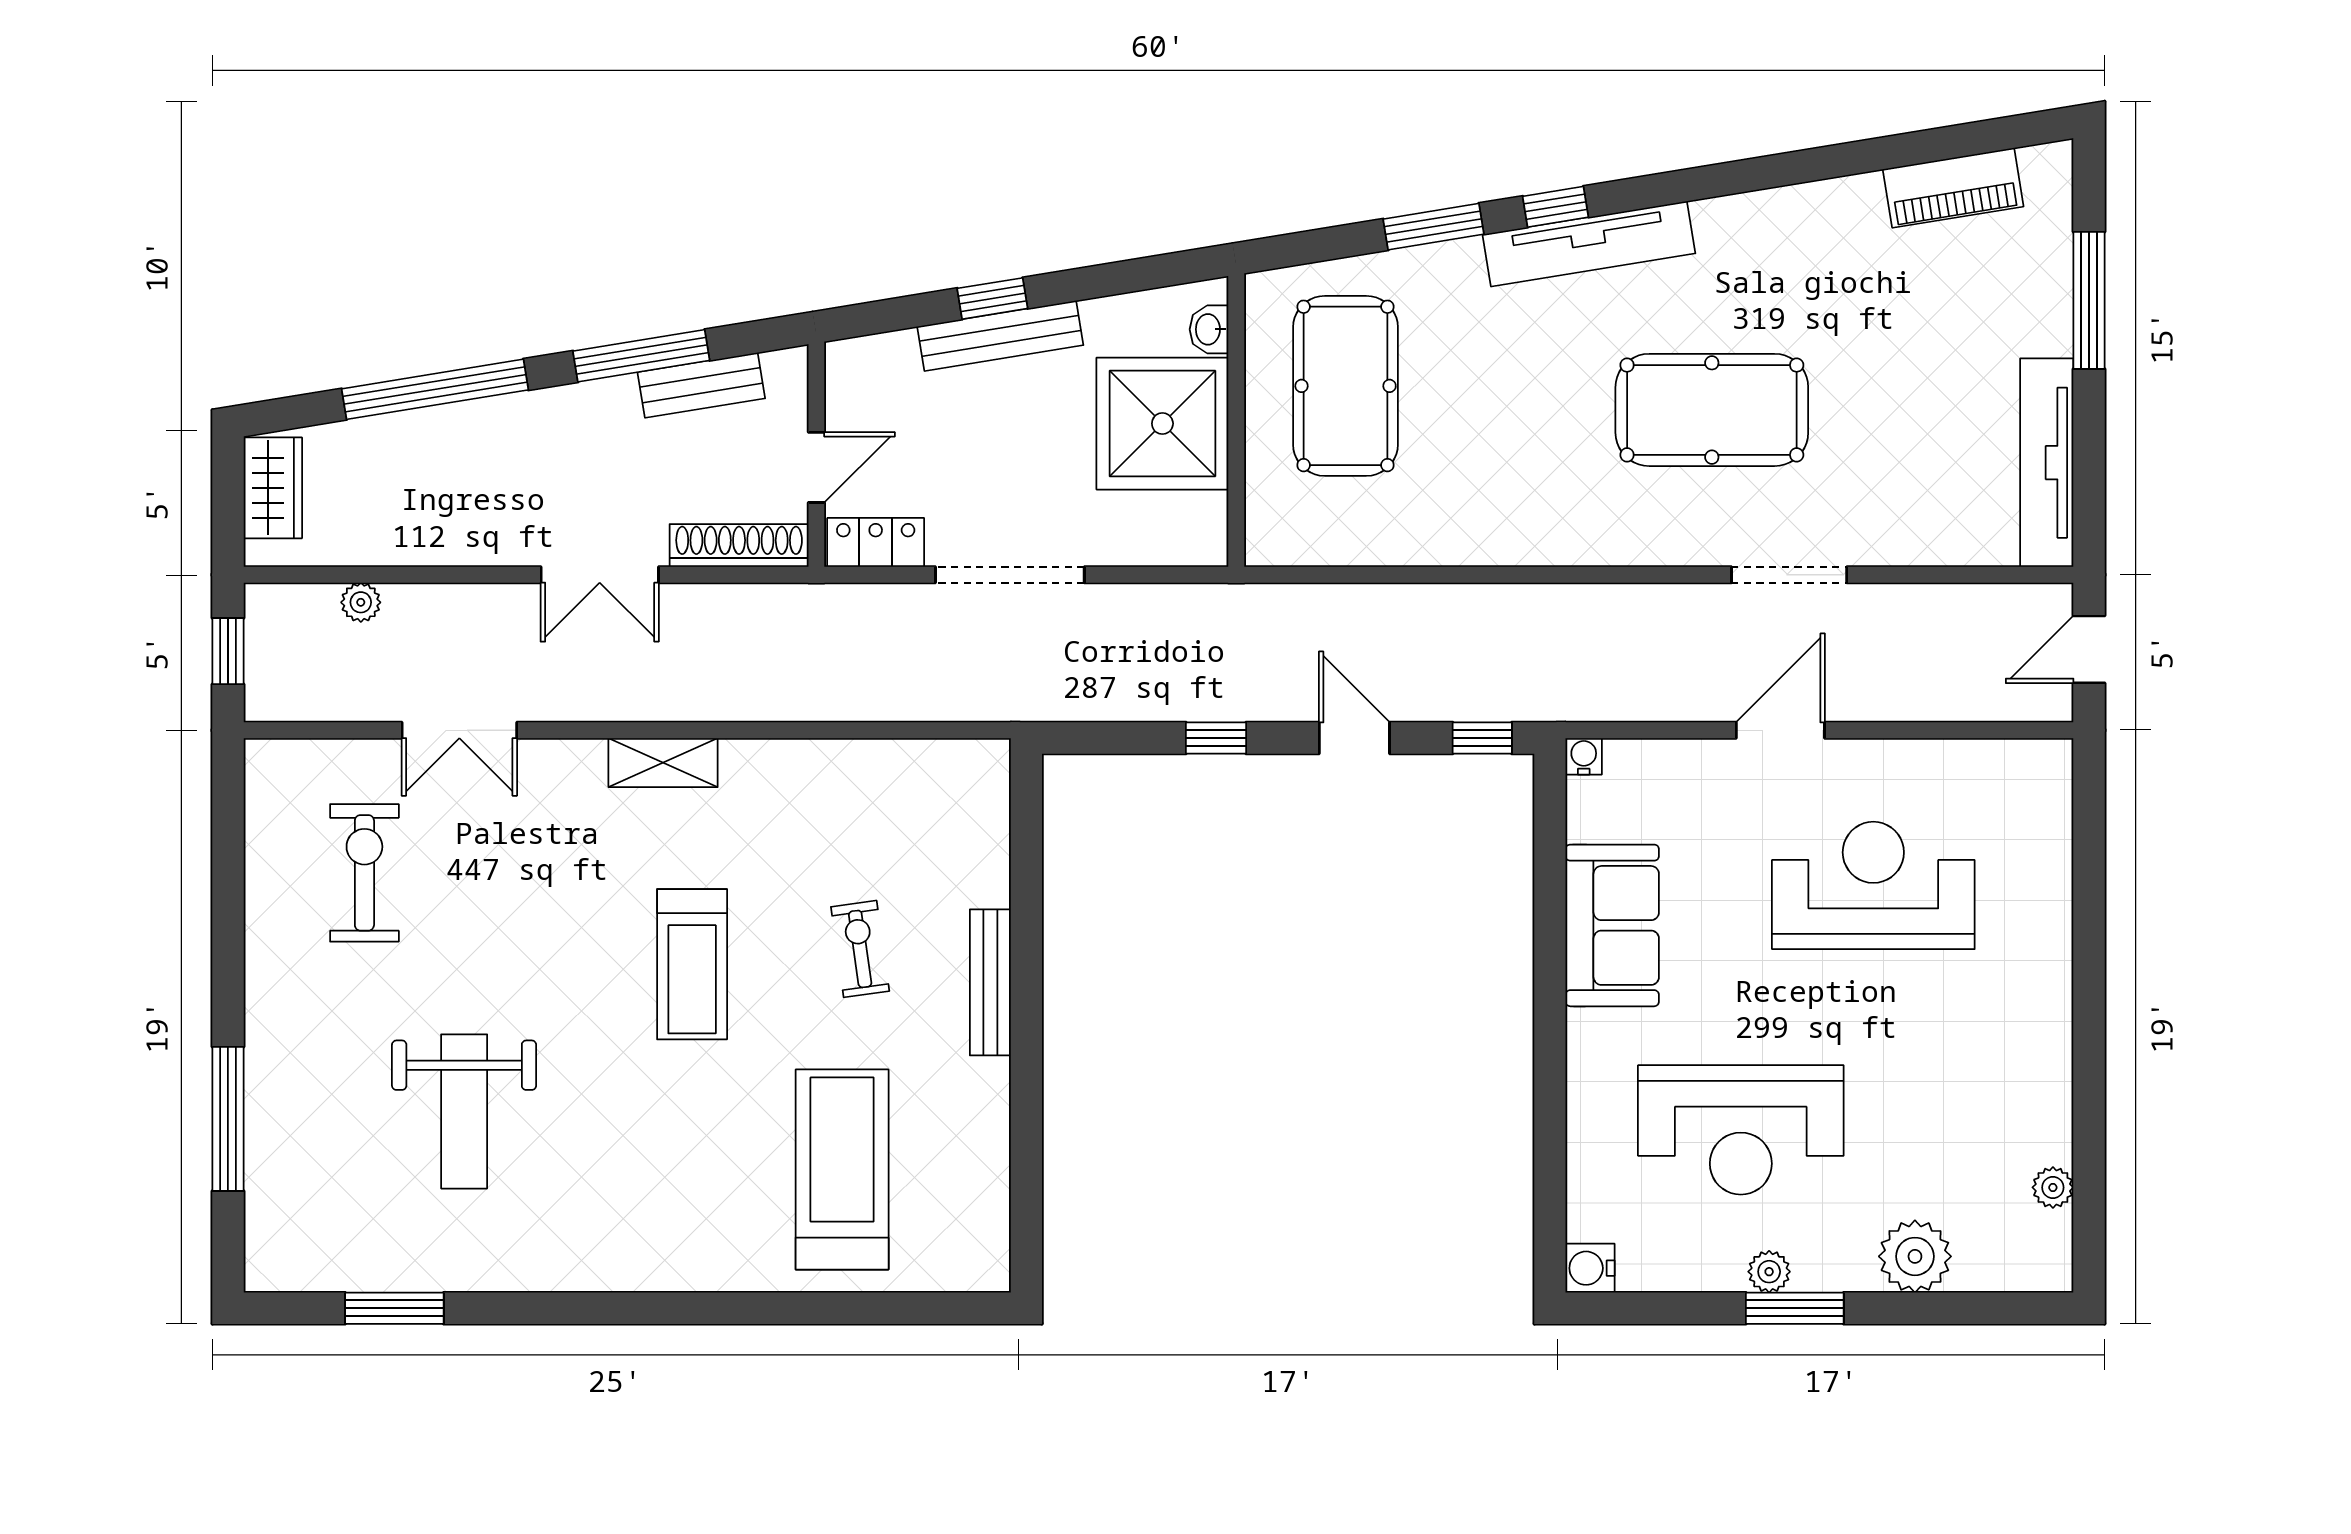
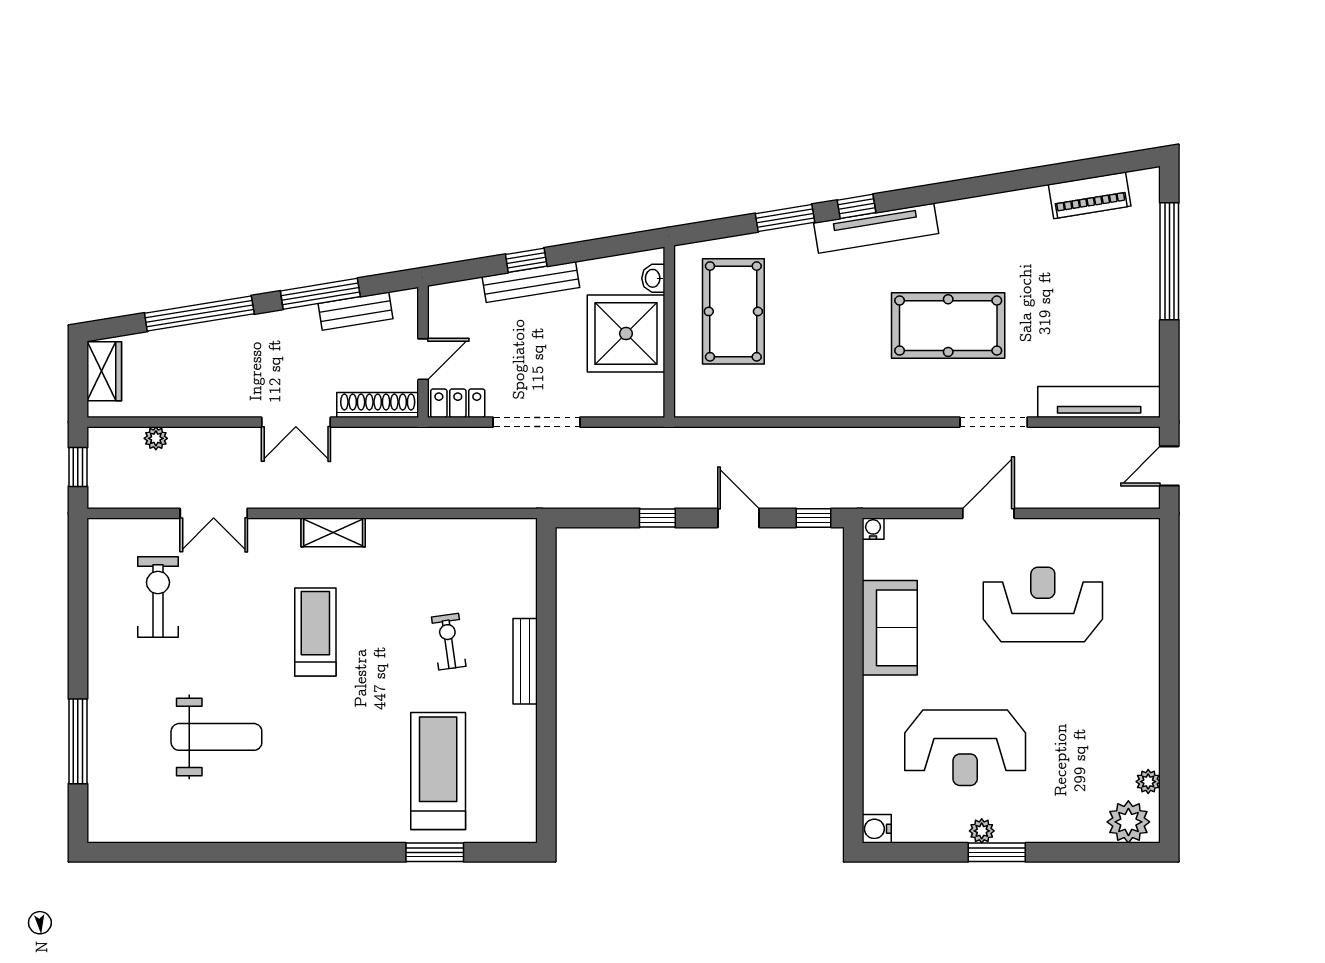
window: (2089, 300) -> (1169, 261), width x1.46
tv unit: (2047, 463) -> (1099, 402), moved, turned 90
treadmill: (692, 964) -> (315, 632), moved, turned 180
weight bench: (464, 1111) -> (216, 737), turned -90
plant: (1915, 1256) -> (1128, 822), moved
window: (394, 1308) -> (435, 852), moved

